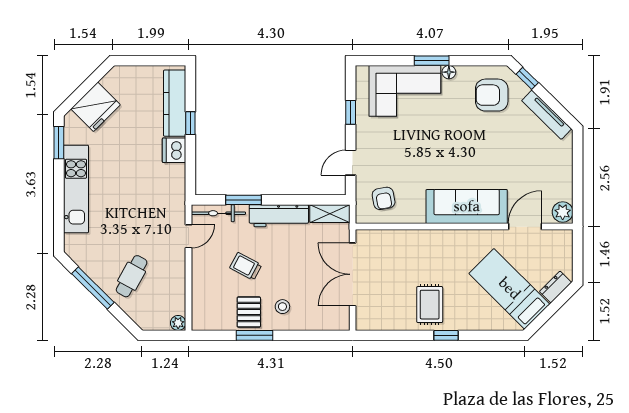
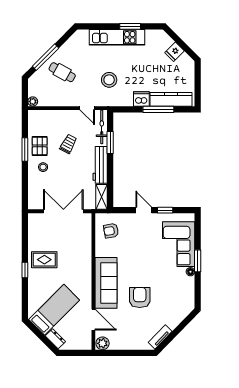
window: (527, 78) -> (187, 321), removed
armchair: (492, 95) -> (140, 297), moved
fridge: (96, 107) -> (174, 52), width x0.53, depth x0.75
tv unit: (547, 115) -> (160, 337), width x0.71
window: (190, 123) -> (158, 109), width x2.17
window: (59, 143) -> (130, 26), moved
door: (351, 163) -> (144, 210), moved
stool: (144, 202) -> (109, 80), added
window: (93, 288) -> (46, 57), moved
pallet: (249, 312) -> (40, 146), turned 90

